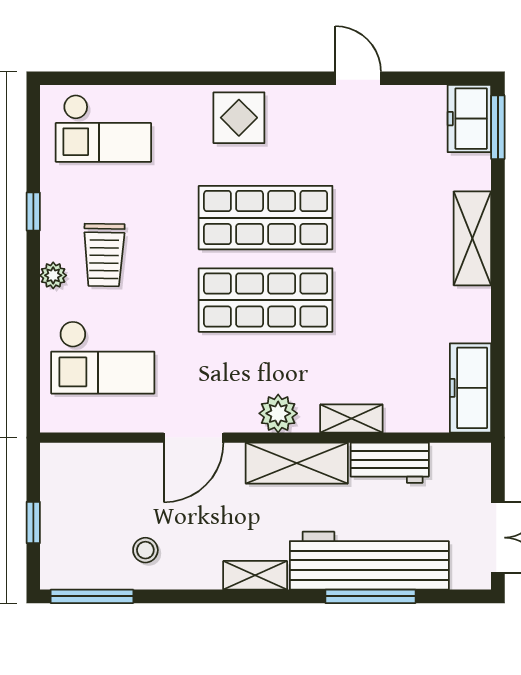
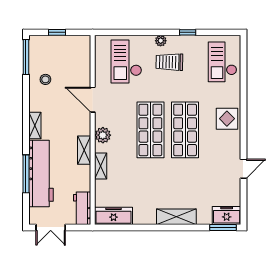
shelving: (297, 463) -> (84, 150), width x0.67, depth x0.75
workbench: (390, 463) -> (82, 208), moved

